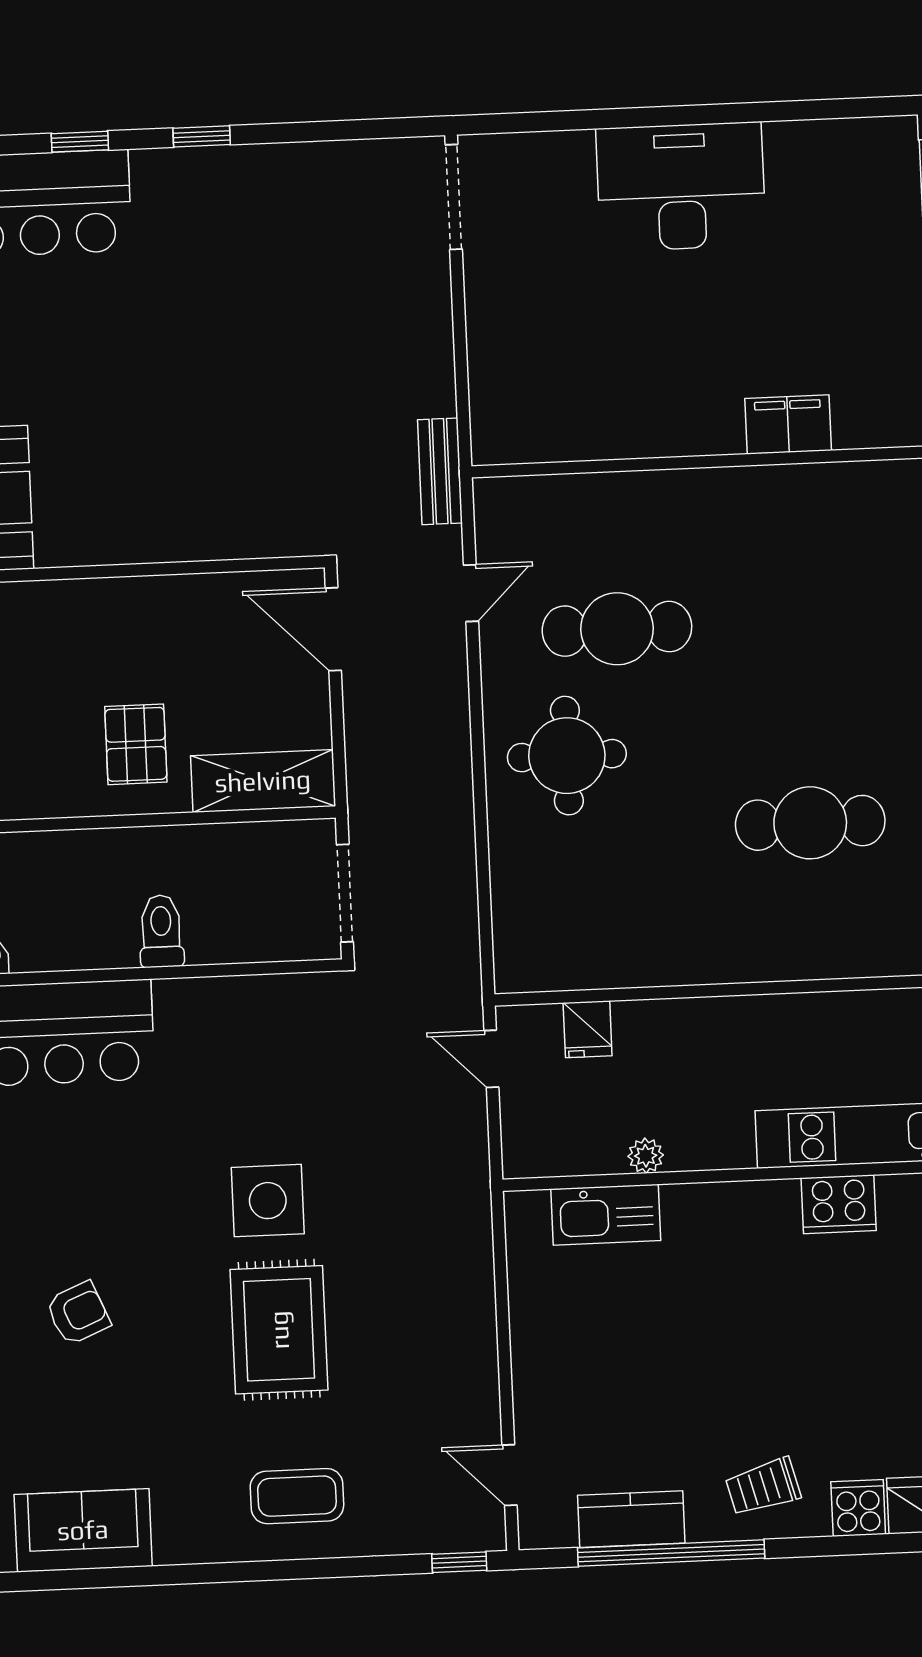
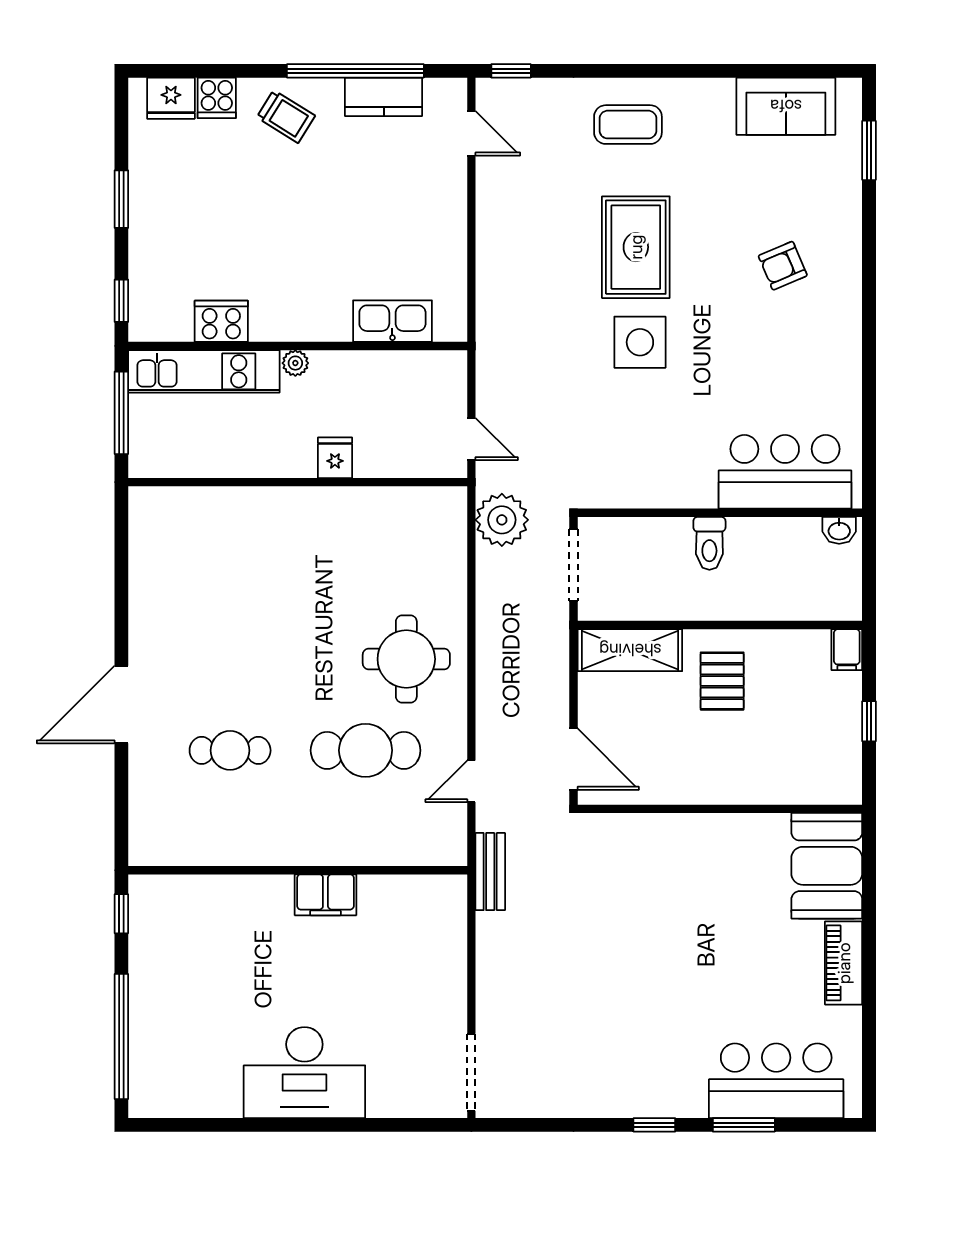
window: (80, 142) -> (744, 1125), width x1.50
filing cabinet: (788, 424) -> (325, 895), moved
cafe table: (810, 823) -> (230, 750), moved, width x0.73, depth x0.74
plant: (445, 951) -> (502, 520), added
fridge: (588, 1029) -> (335, 458), moved
plant: (646, 1156) -> (295, 363), moved
trolley: (763, 1487) -> (286, 117), turned 47

